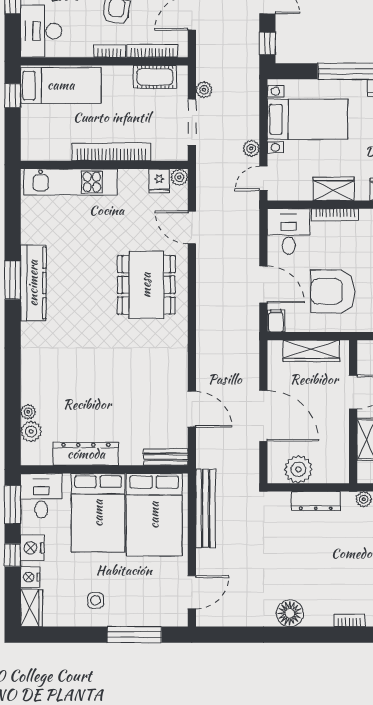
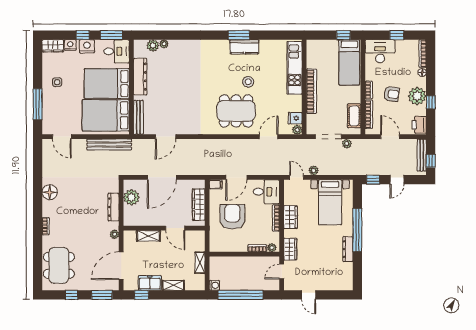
stool: (95, 264) -> (248, 82), added
kitchen counter: (33, 283) -> (244, 47), width x0.67
bench: (166, 457) -> (138, 117), width x1.36

